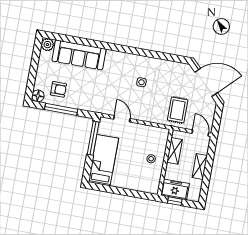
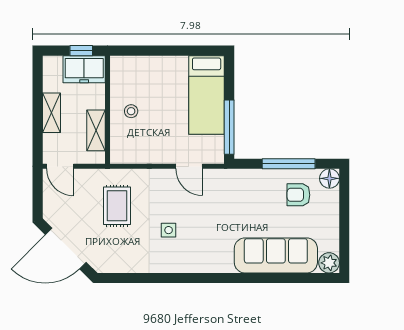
rug: (178, 110) -> (117, 206), moved

